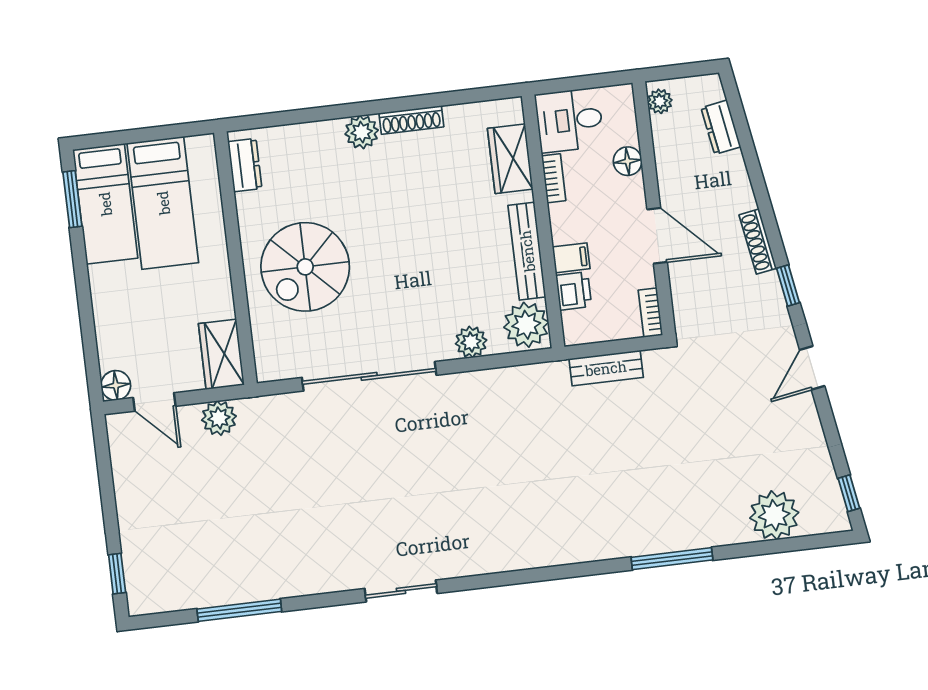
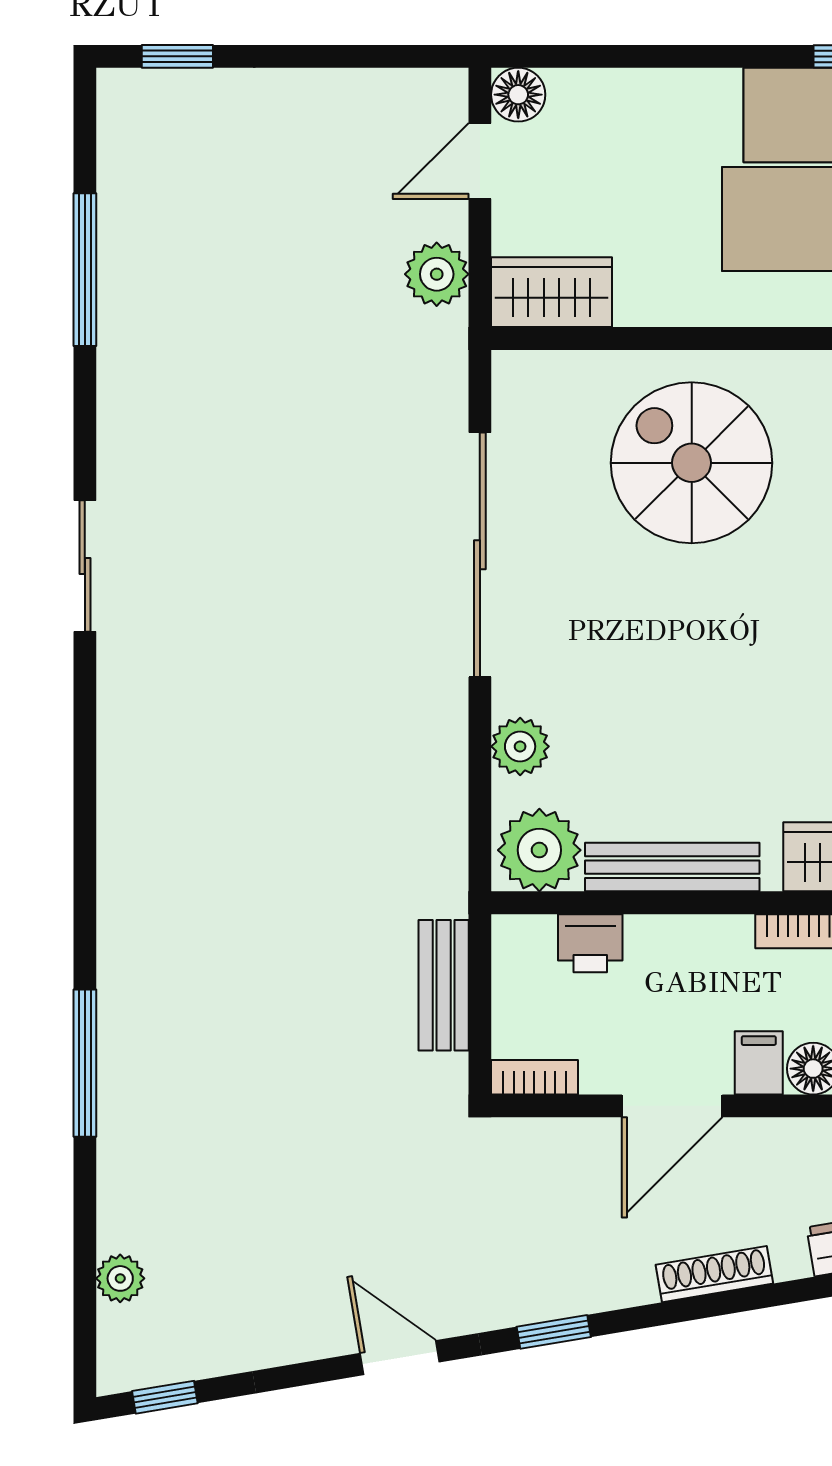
shoe rack: (758, 242) -> (714, 1274), moved
filing cabinet: (571, 258) -> (759, 1063), moved, turned 180
plant: (774, 515) -> (120, 1278), width x0.53, depth x0.53

